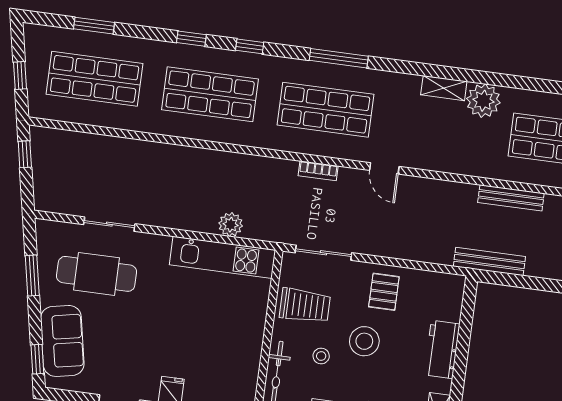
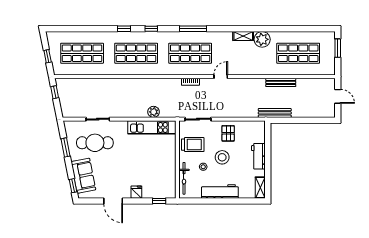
window: (94, 26) -> (79, 29), removed
door: (384, 168) -> (221, 77), swing flipped

